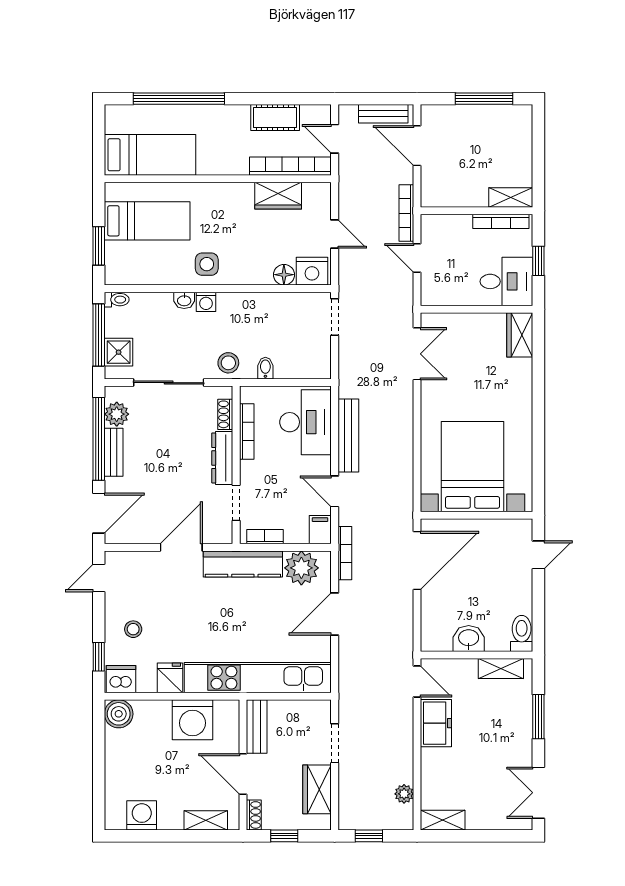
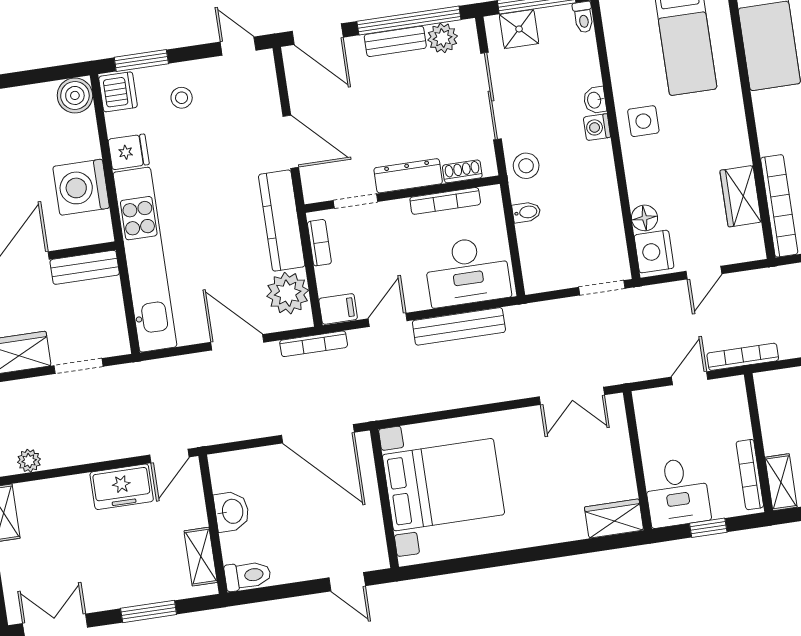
window: (99, 657) -> (141, 61), width x1.50

